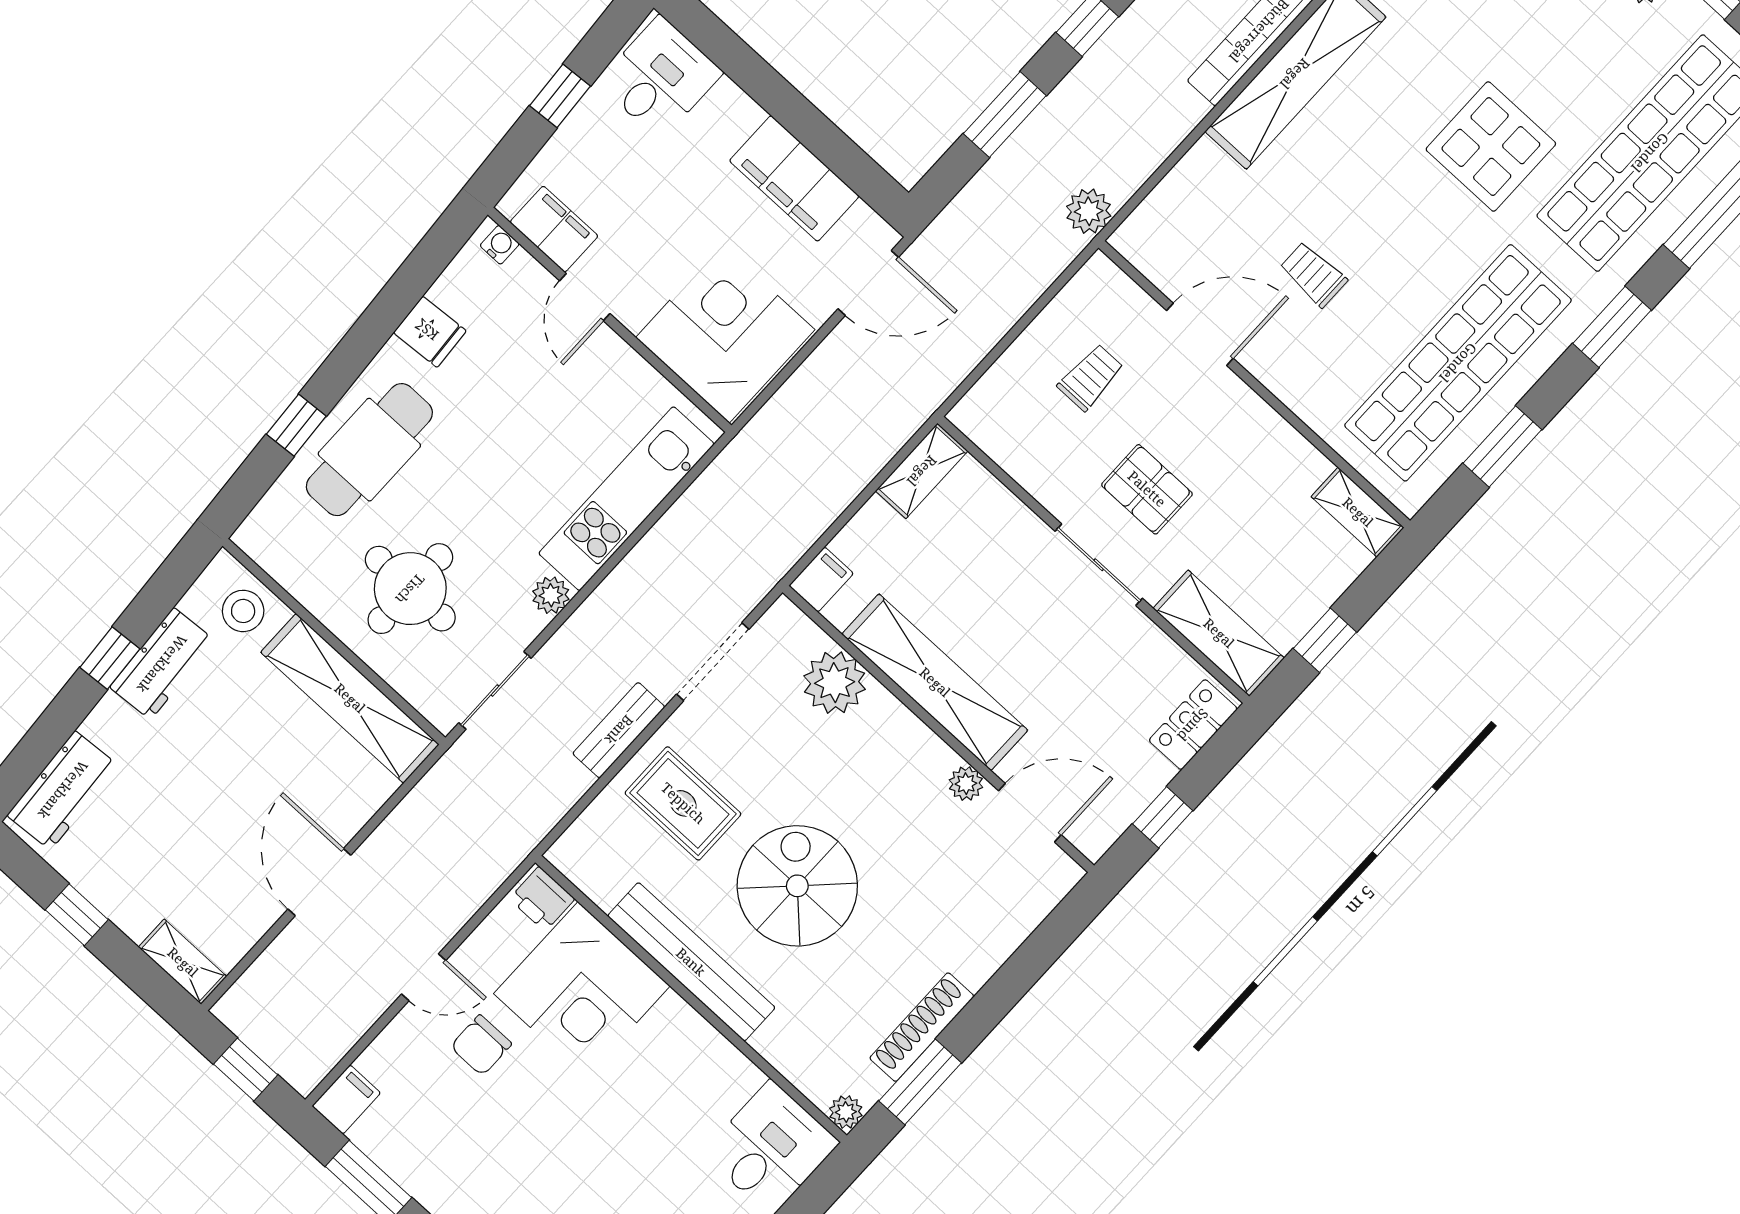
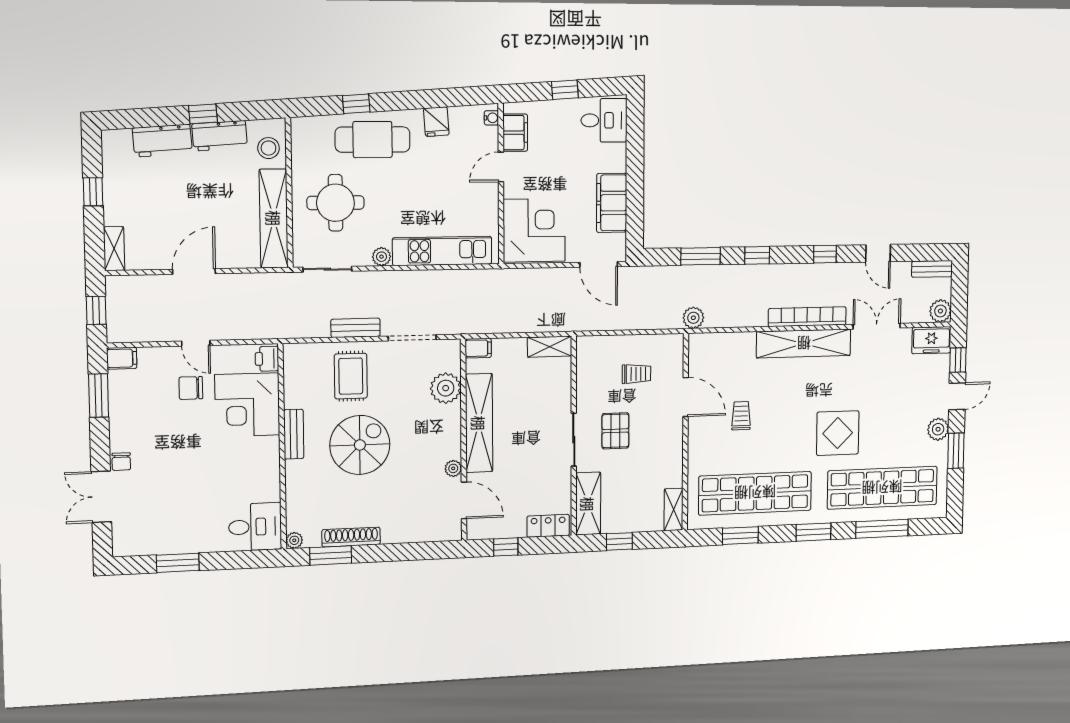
workbench: (63, 790) -> (162, 141), moved
bench: (691, 962) -> (294, 434), width x0.54, depth x0.82

